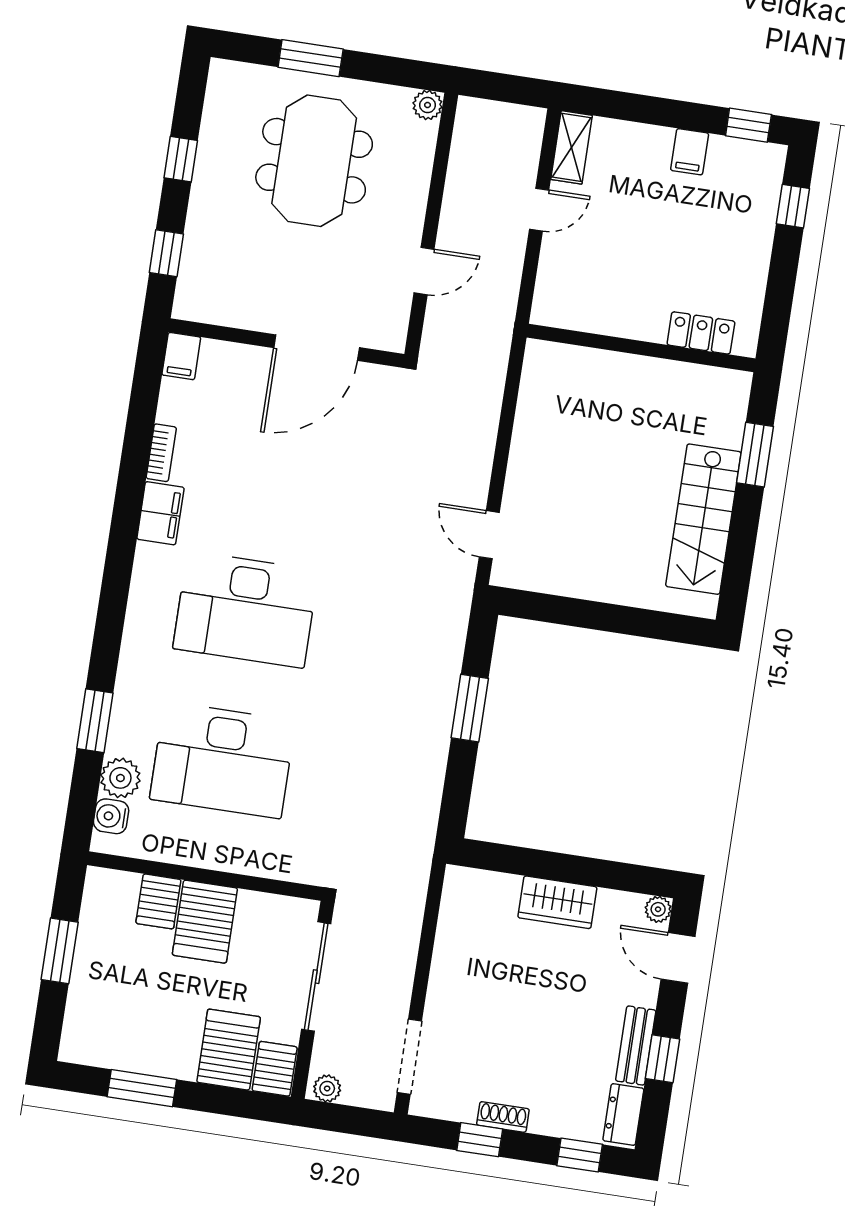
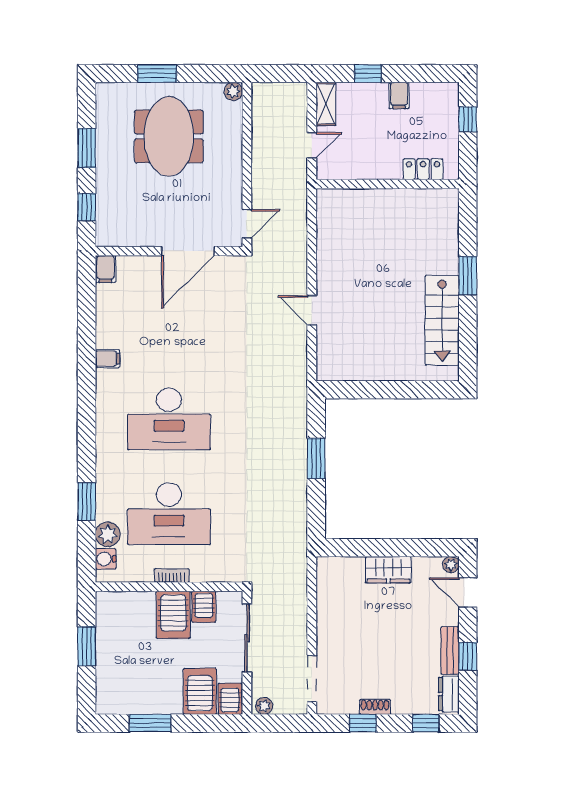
window: (748, 125) -> (368, 74), moved
window: (181, 159) -> (87, 148), width x1.50
door: (424, 271) -> (247, 224), moved
locker: (701, 333) -> (423, 169), moved
wall: (641, 348) -> (388, 184), moved
bookcase: (161, 453) -> (172, 575), moved, turned -90
filing cabinet: (160, 513) -> (107, 359), width x0.50
door: (489, 535) -> (312, 310), moved
server rack: (158, 901) -> (204, 607), moved

